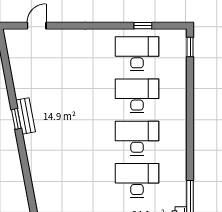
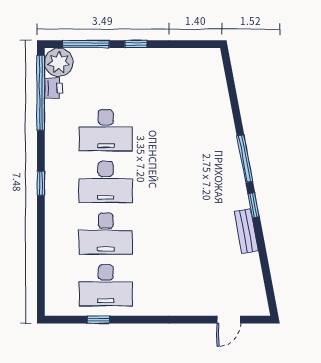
window: (190, 47) -> (41, 183), moved
bench: (26, 116) -> (246, 231), moved
window: (23, 157) -> (245, 159), added

